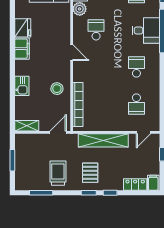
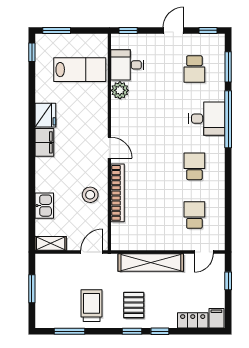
school desk: (96, 30) -> (141, 118), removed
kitchen sink: (22, 86) -> (44, 206), moved
school desk: (136, 104) -> (194, 215), turned 180
bookcase: (78, 105) -> (118, 193), moved

